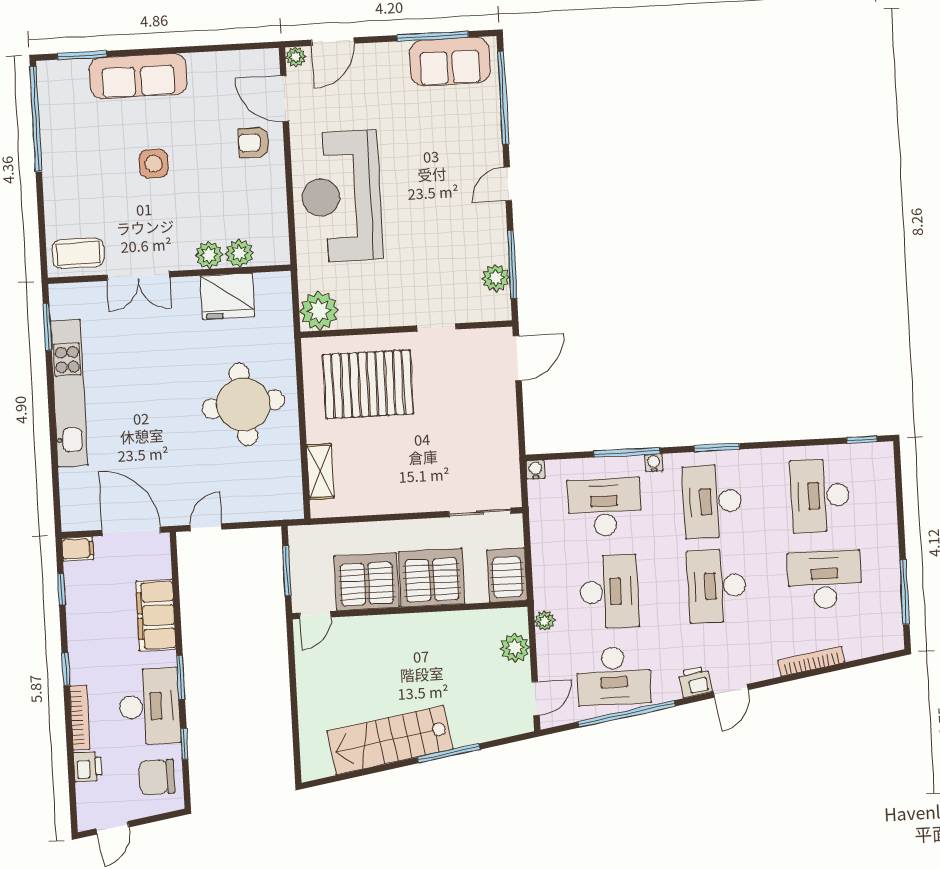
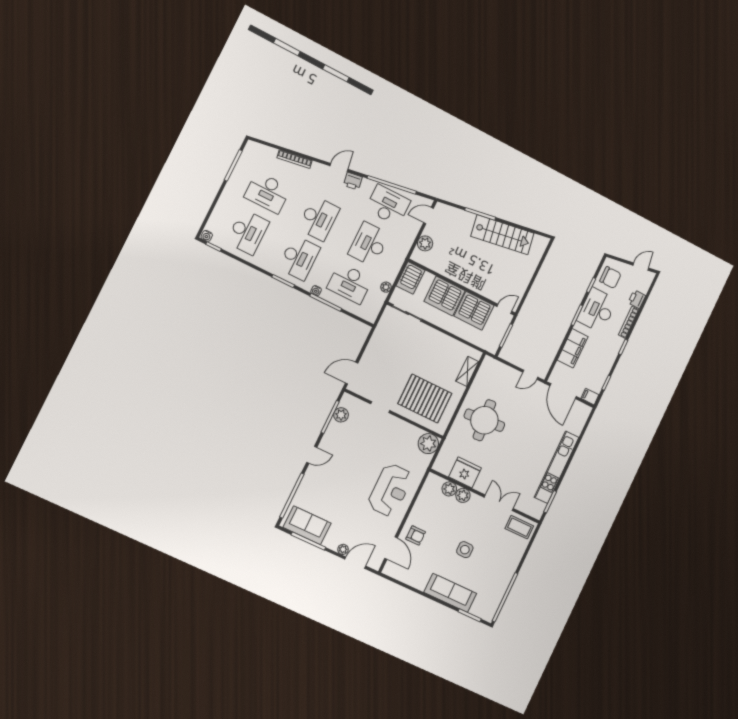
plant: (296, 57) -> (343, 549), moved
reception desk: (341, 196) -> (390, 490), width x0.74, depth x0.77
water cooler: (535, 470) -> (207, 236), moved
plant: (545, 621) -> (386, 287), moved

